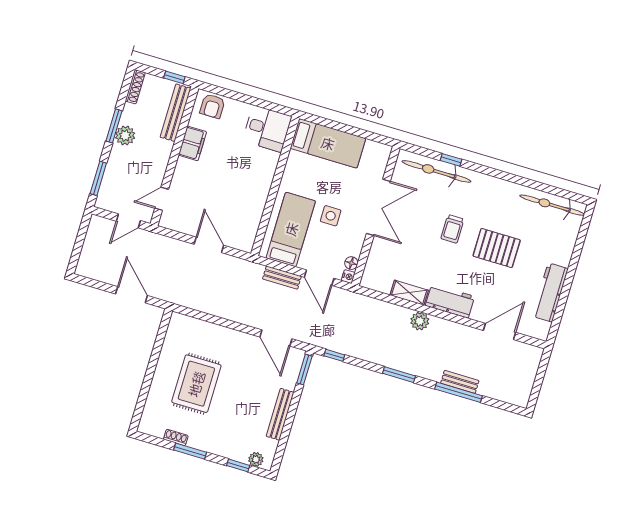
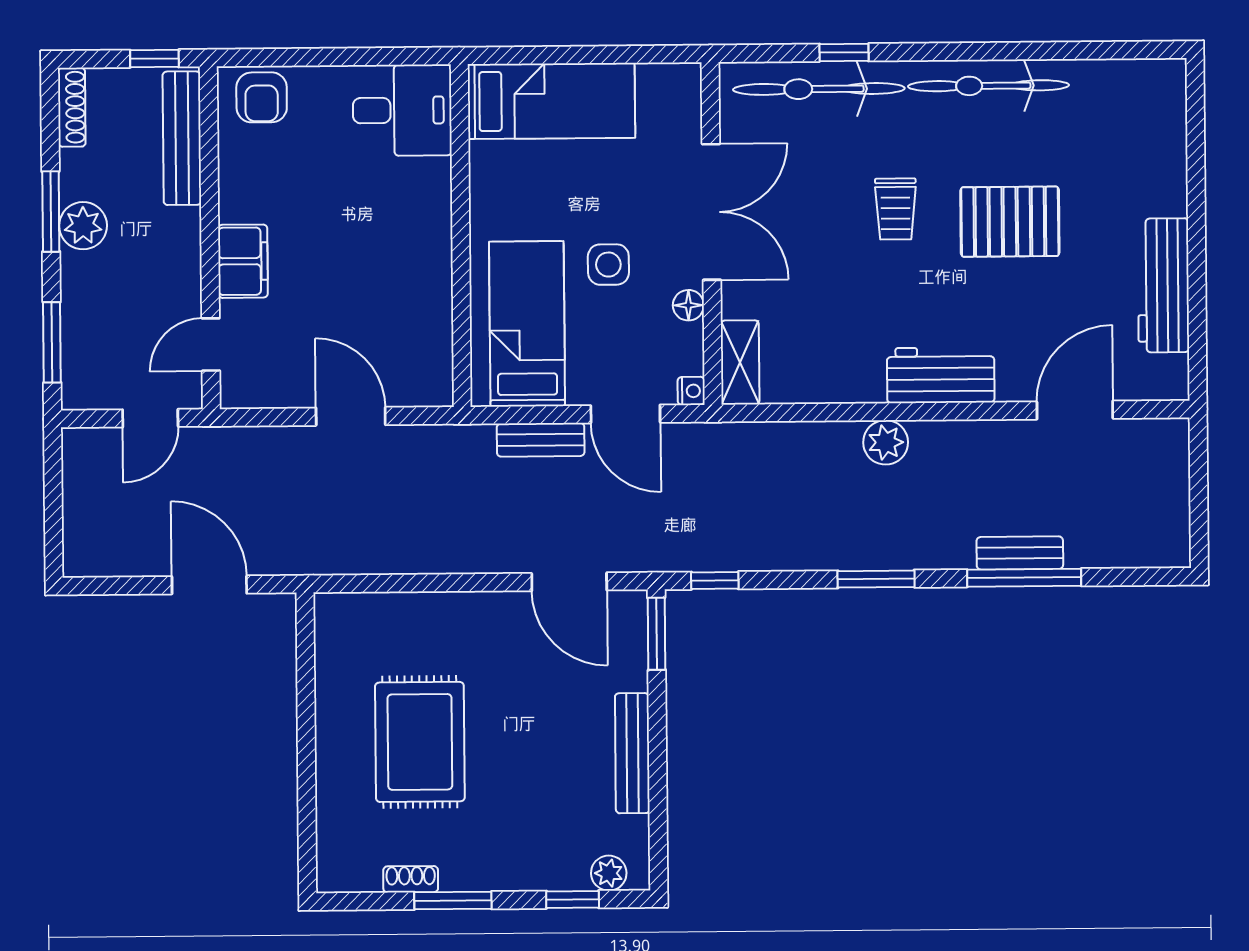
filing cabinet: (193, 143) -> (243, 261), moved
bicycle: (552, 205) -> (989, 86), moved
floor lamp: (351, 263) -> (688, 305), moved
shelving: (409, 293) -> (740, 362), moved, turned 90

